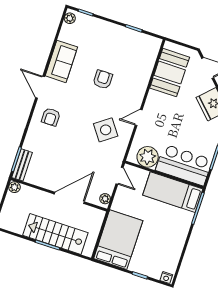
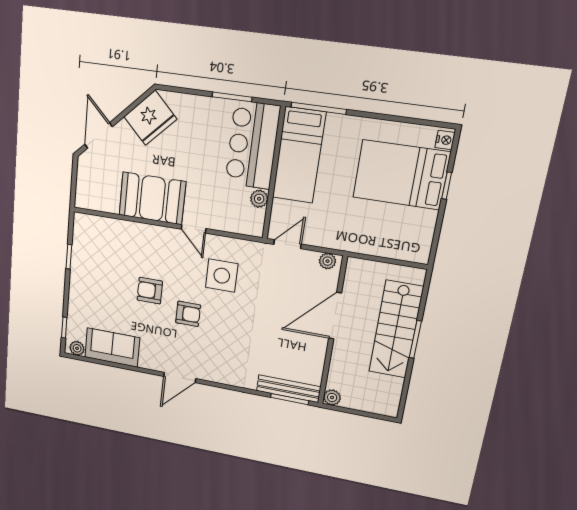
sofa: (61, 61) -> (112, 347), moved
booth: (170, 73) -> (152, 198), moved
armchair: (51, 117) -> (188, 314), moved
side table: (106, 130) -> (222, 276), turned 36
plant: (148, 157) -> (259, 199), width x0.53, depth x0.53
bench: (22, 165) -> (288, 389), width x1.36
door: (69, 198) -> (335, 316), hinge flipped
bed: (118, 240) -> (401, 175), moved

